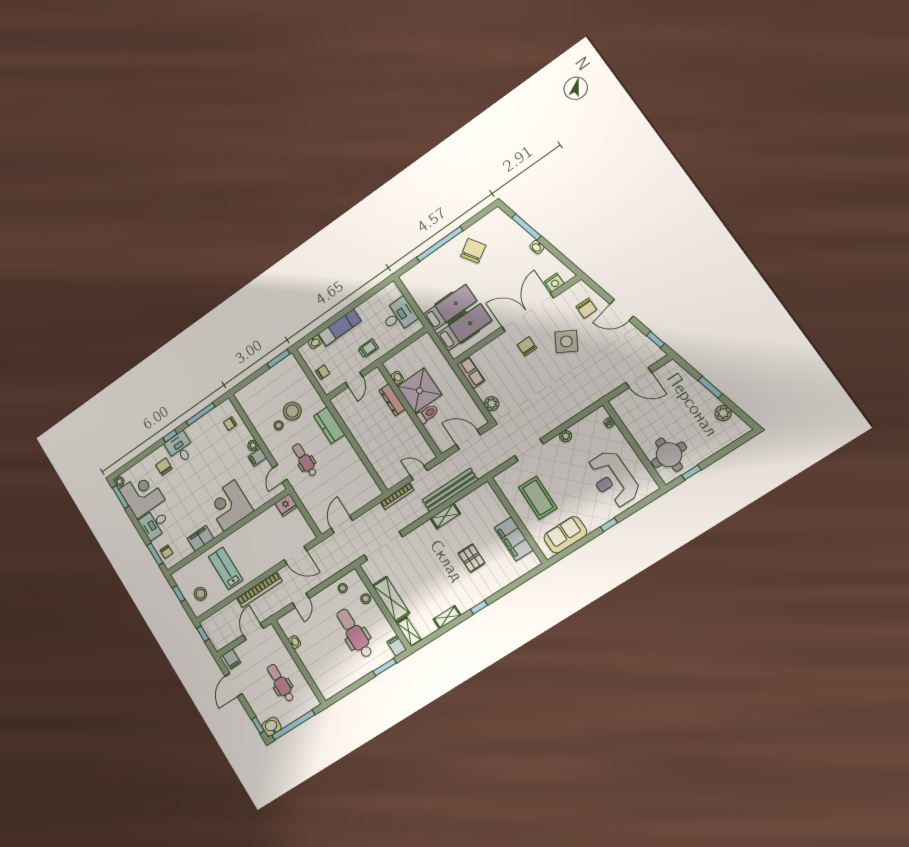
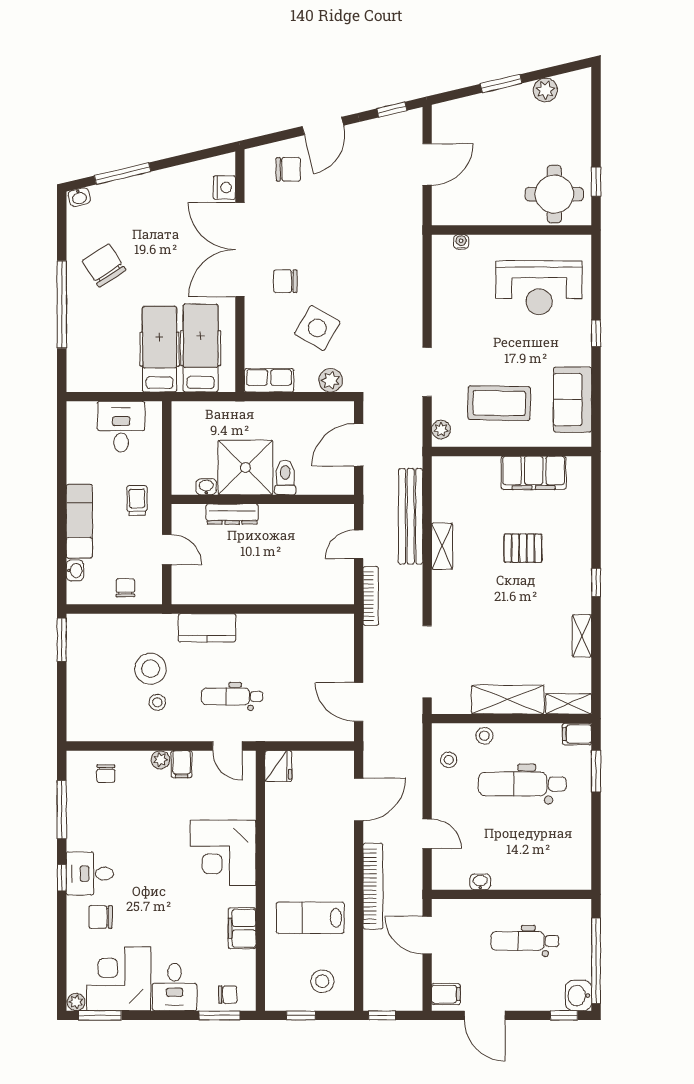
washbasin: (537, 247) -> (79, 197), moved
side table: (566, 341) -> (317, 328), moved
plant: (566, 436) -> (441, 430), moved

